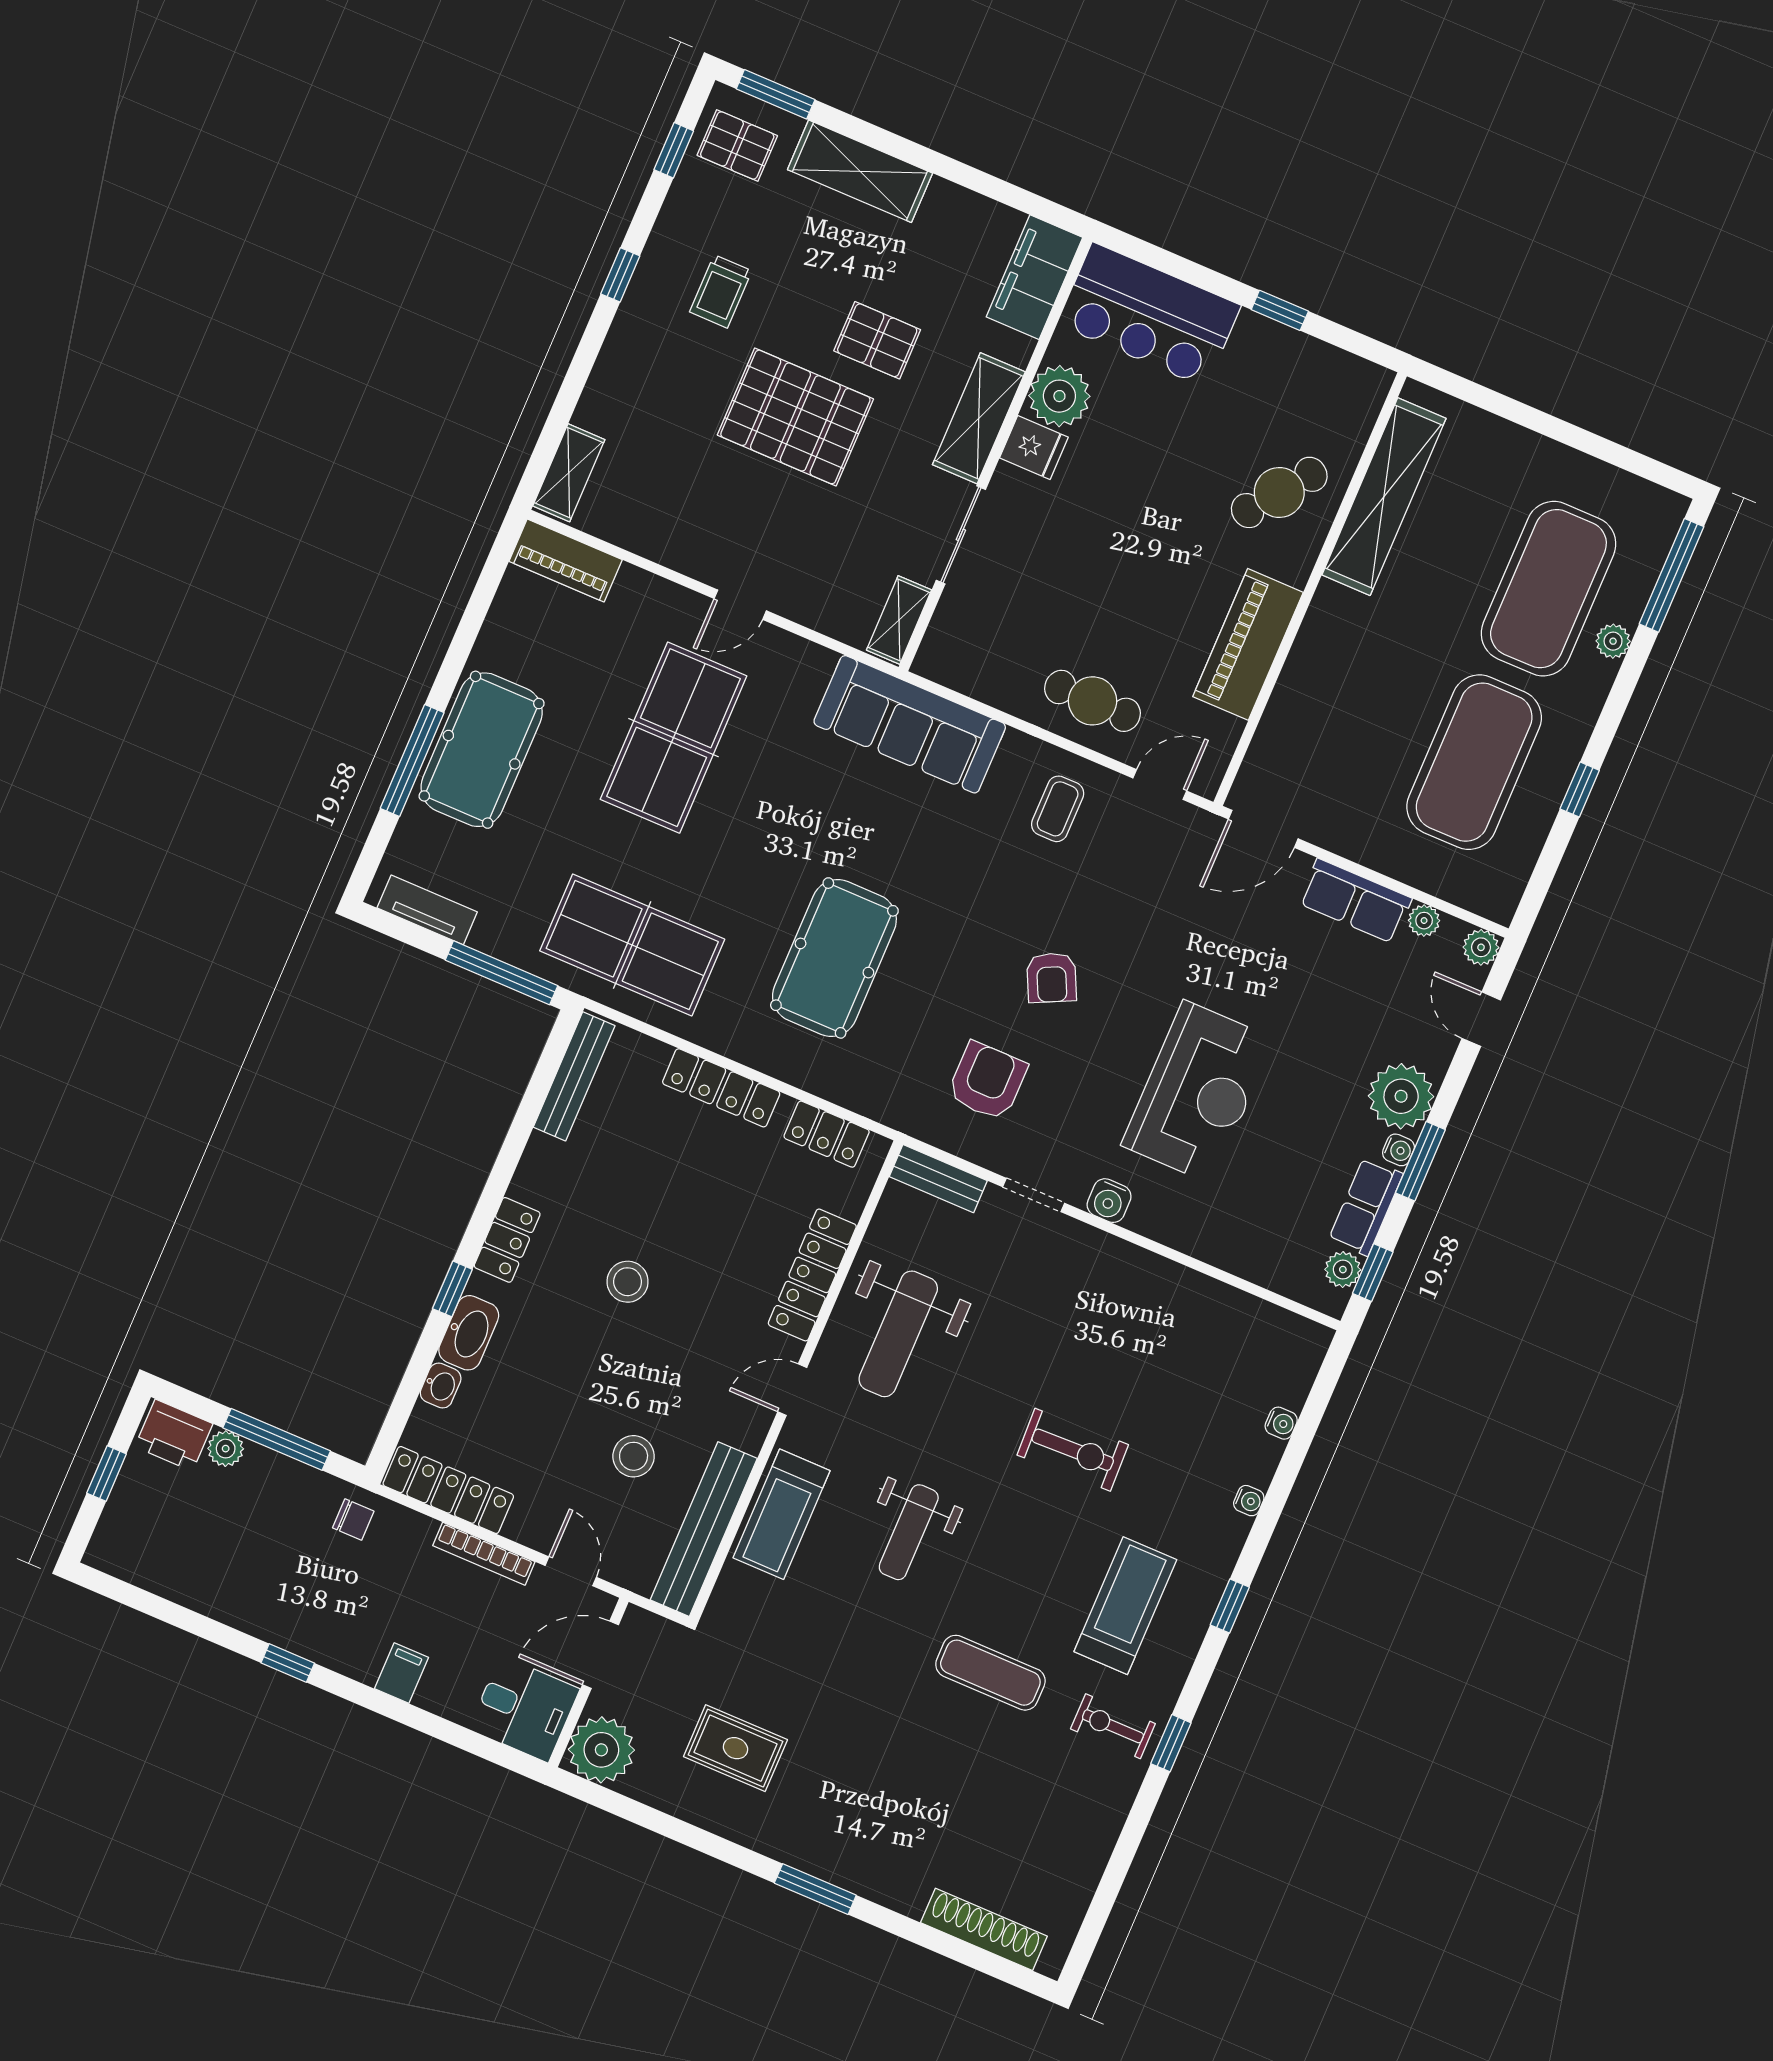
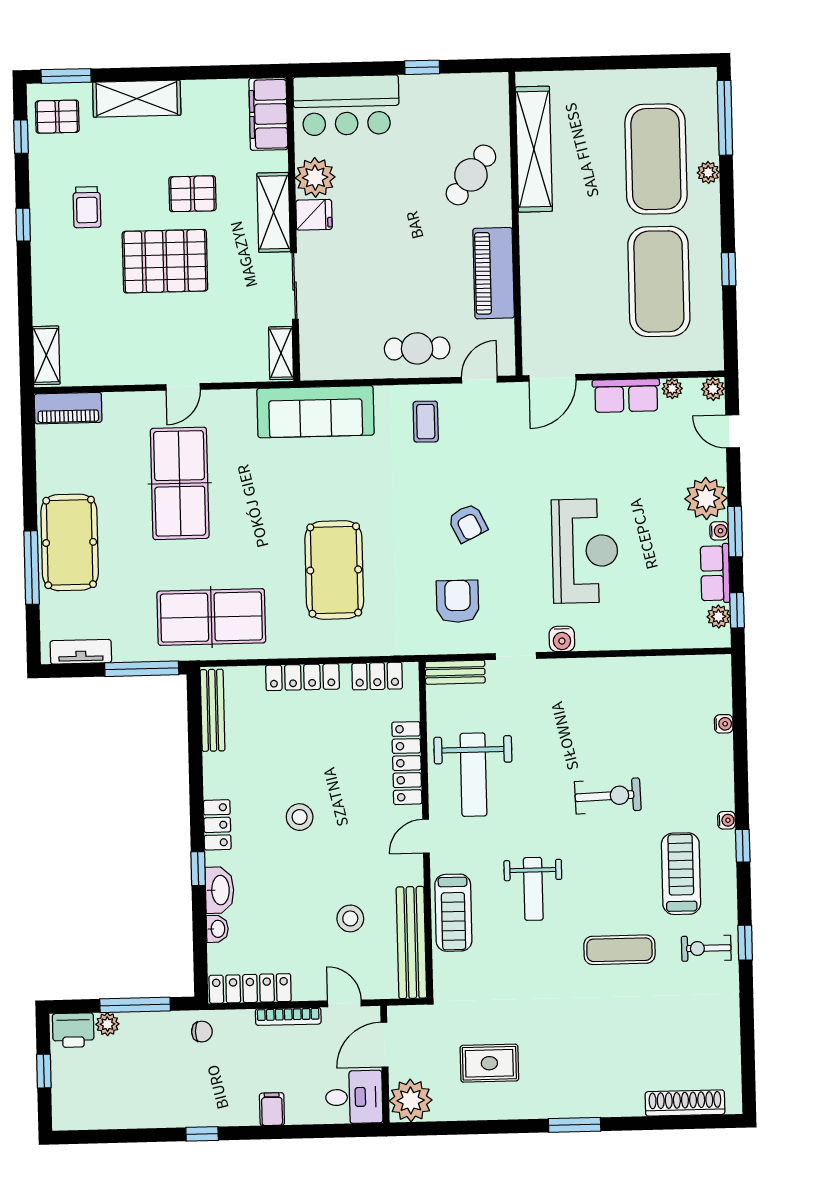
water cooler: (1249, 1501) -> (727, 820), moved

